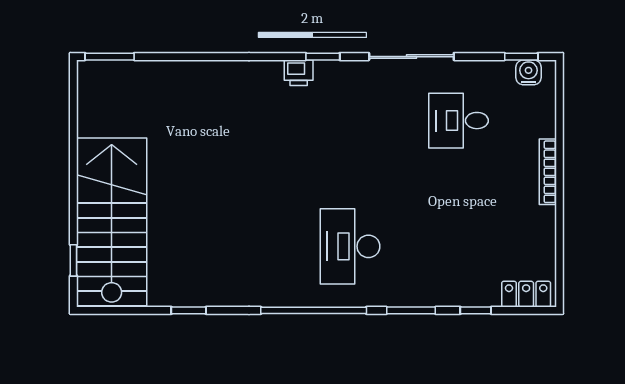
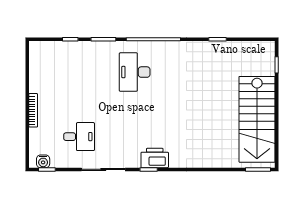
printer: (299, 73) -> (155, 158), width x1.87, depth x1.48
stairs: (112, 222) -> (257, 119), moved
desk: (350, 246) -> (135, 72), turned 180
locker: (526, 294) -> (44, 48), removed

